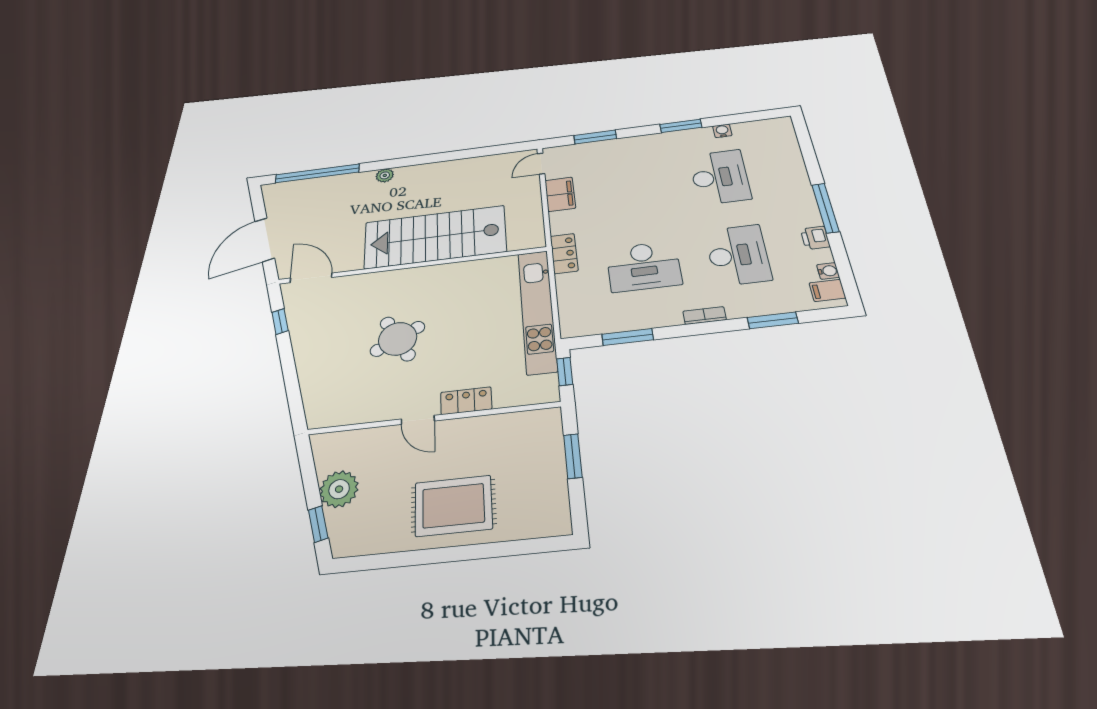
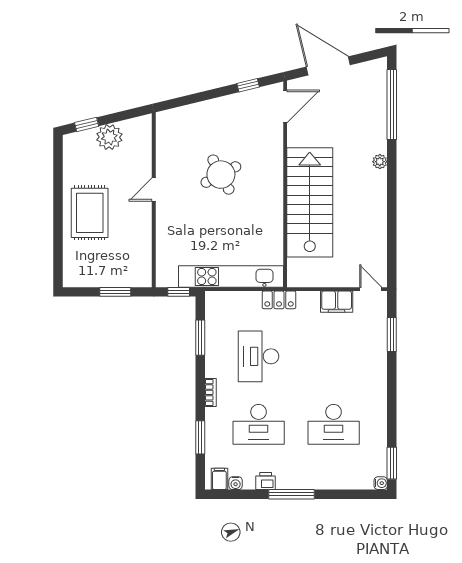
window: (681, 126) -> (392, 463), moved
water cooler: (722, 131) -> (381, 483), moved
locker: (466, 401) -> (164, 223), removed

